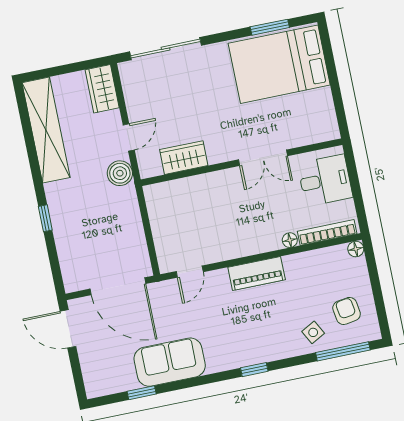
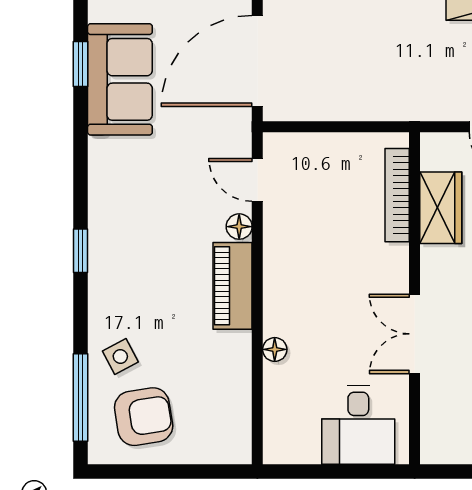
boiler: (120, 173) -> (437, 101), removed
bookcase: (327, 233) -> (397, 195), moved, turned 180
floor lamp: (356, 249) -> (239, 227), moved
armchair: (347, 311) -> (144, 417), width x1.38, depth x1.38
sofa: (170, 362) -> (120, 79), moved

